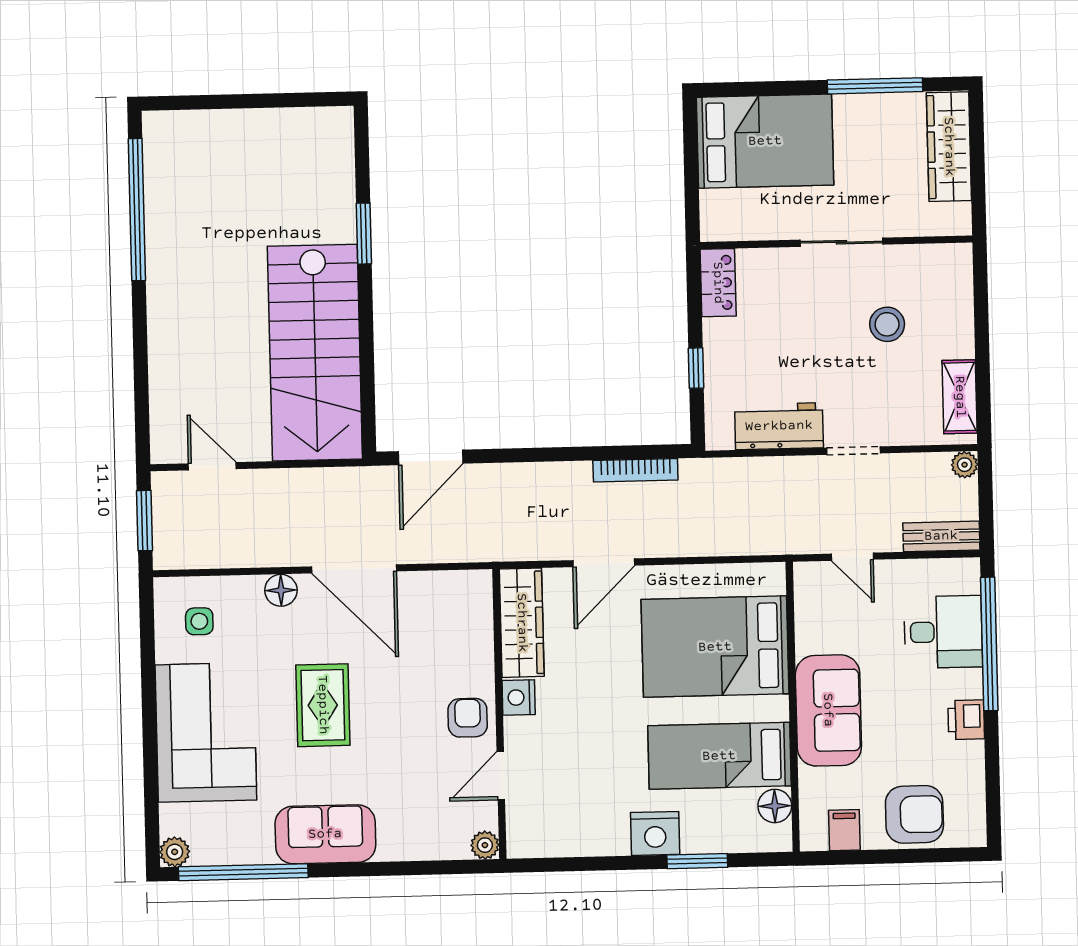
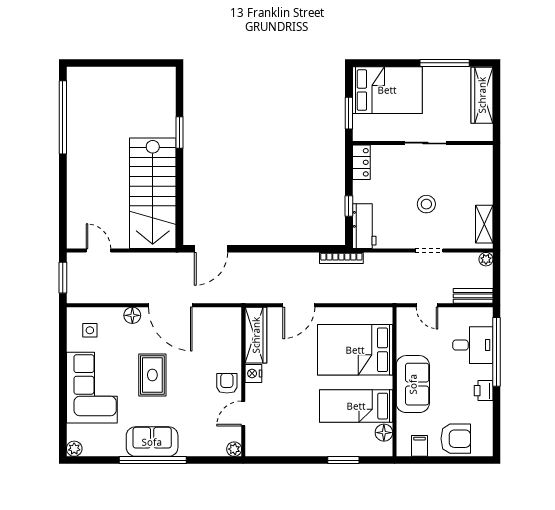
window: (692, 188) -> (349, 113), added
stool: (887, 324) -> (426, 204), moved
workbench: (779, 426) -> (364, 226), moved, turned 90
bookcase: (635, 470) -> (341, 258), moved
nightstand: (655, 833) -> (322, 445), removed
window: (243, 872) -> (153, 460), moved

